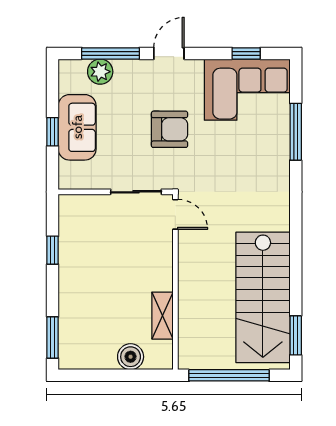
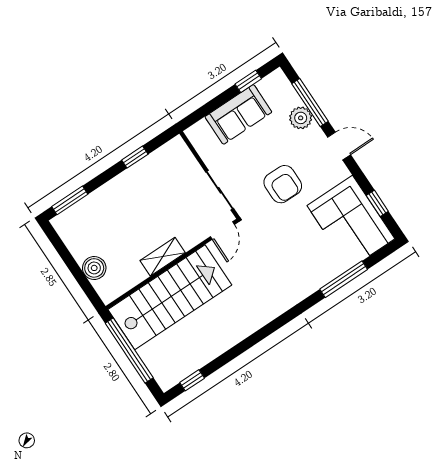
plant: (100, 72) -> (301, 118), moved
window: (53, 132) -> (248, 81), moved
stairs: (263, 297) -> (170, 297), moved, turned 180
shelving: (162, 316) -> (163, 257), moved
window: (296, 335) -> (192, 380), width x0.67

